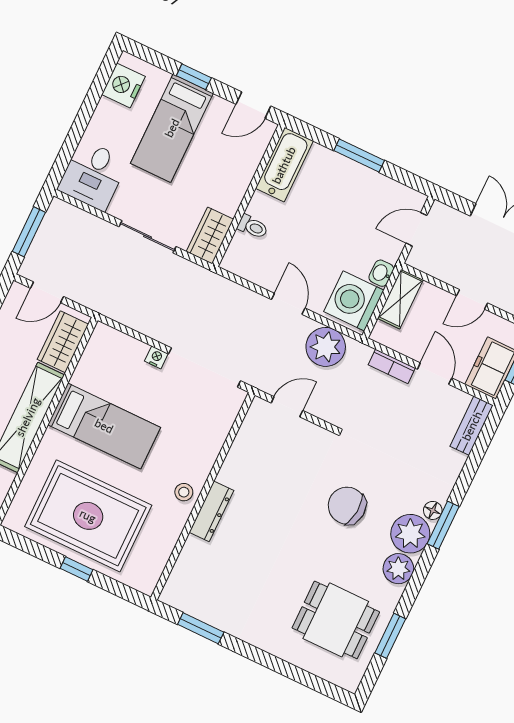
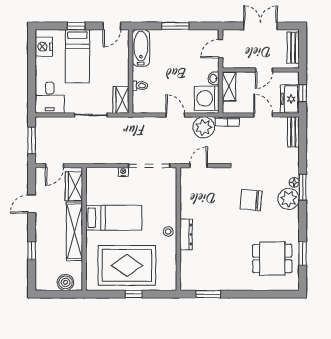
bookcase: (392, 366) -> (227, 121), moved
plant: (398, 569) -> (291, 219), removed

